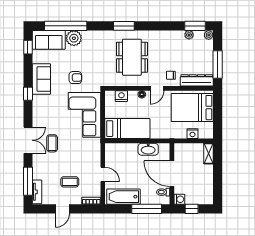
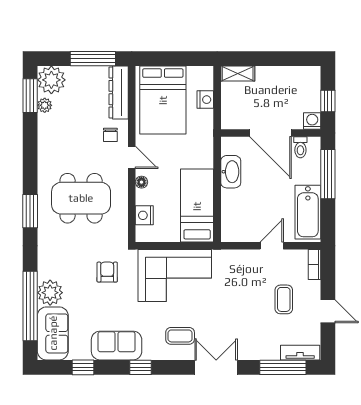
plant: (209, 35) -> (51, 80), width x1.88, depth x1.88
window: (28, 47) -> (83, 367), moved
armchair: (75, 78) -> (107, 272), moved
coffee table: (52, 143) -> (180, 336), moved
door: (172, 174) -> (271, 133), hinge flipped

